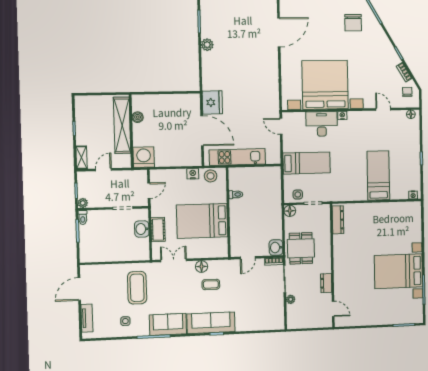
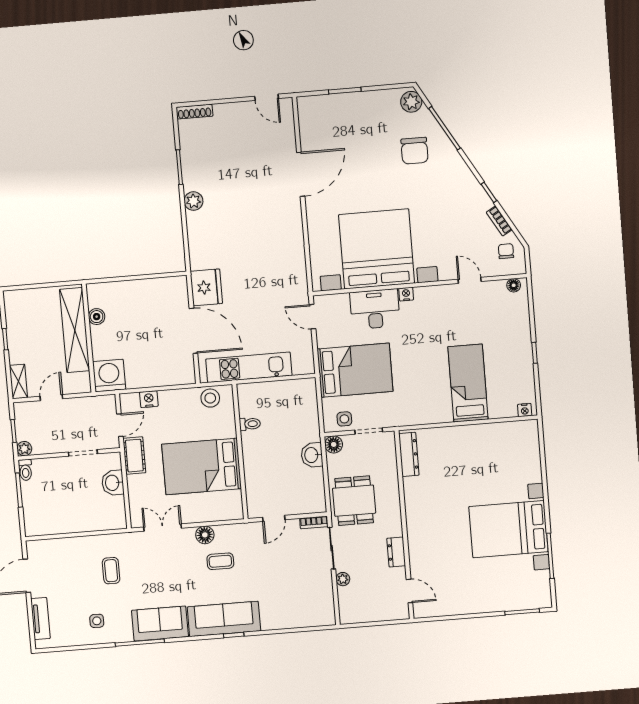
bed: (307, 163) -> (355, 370), width x1.50
nightstand: (193, 174) -> (149, 399), moved
cot: (158, 230) -> (134, 456), moved
washbasin: (276, 247) -> (312, 455), moved
coffee table: (137, 288) -> (111, 571), width x0.54, depth x0.58

